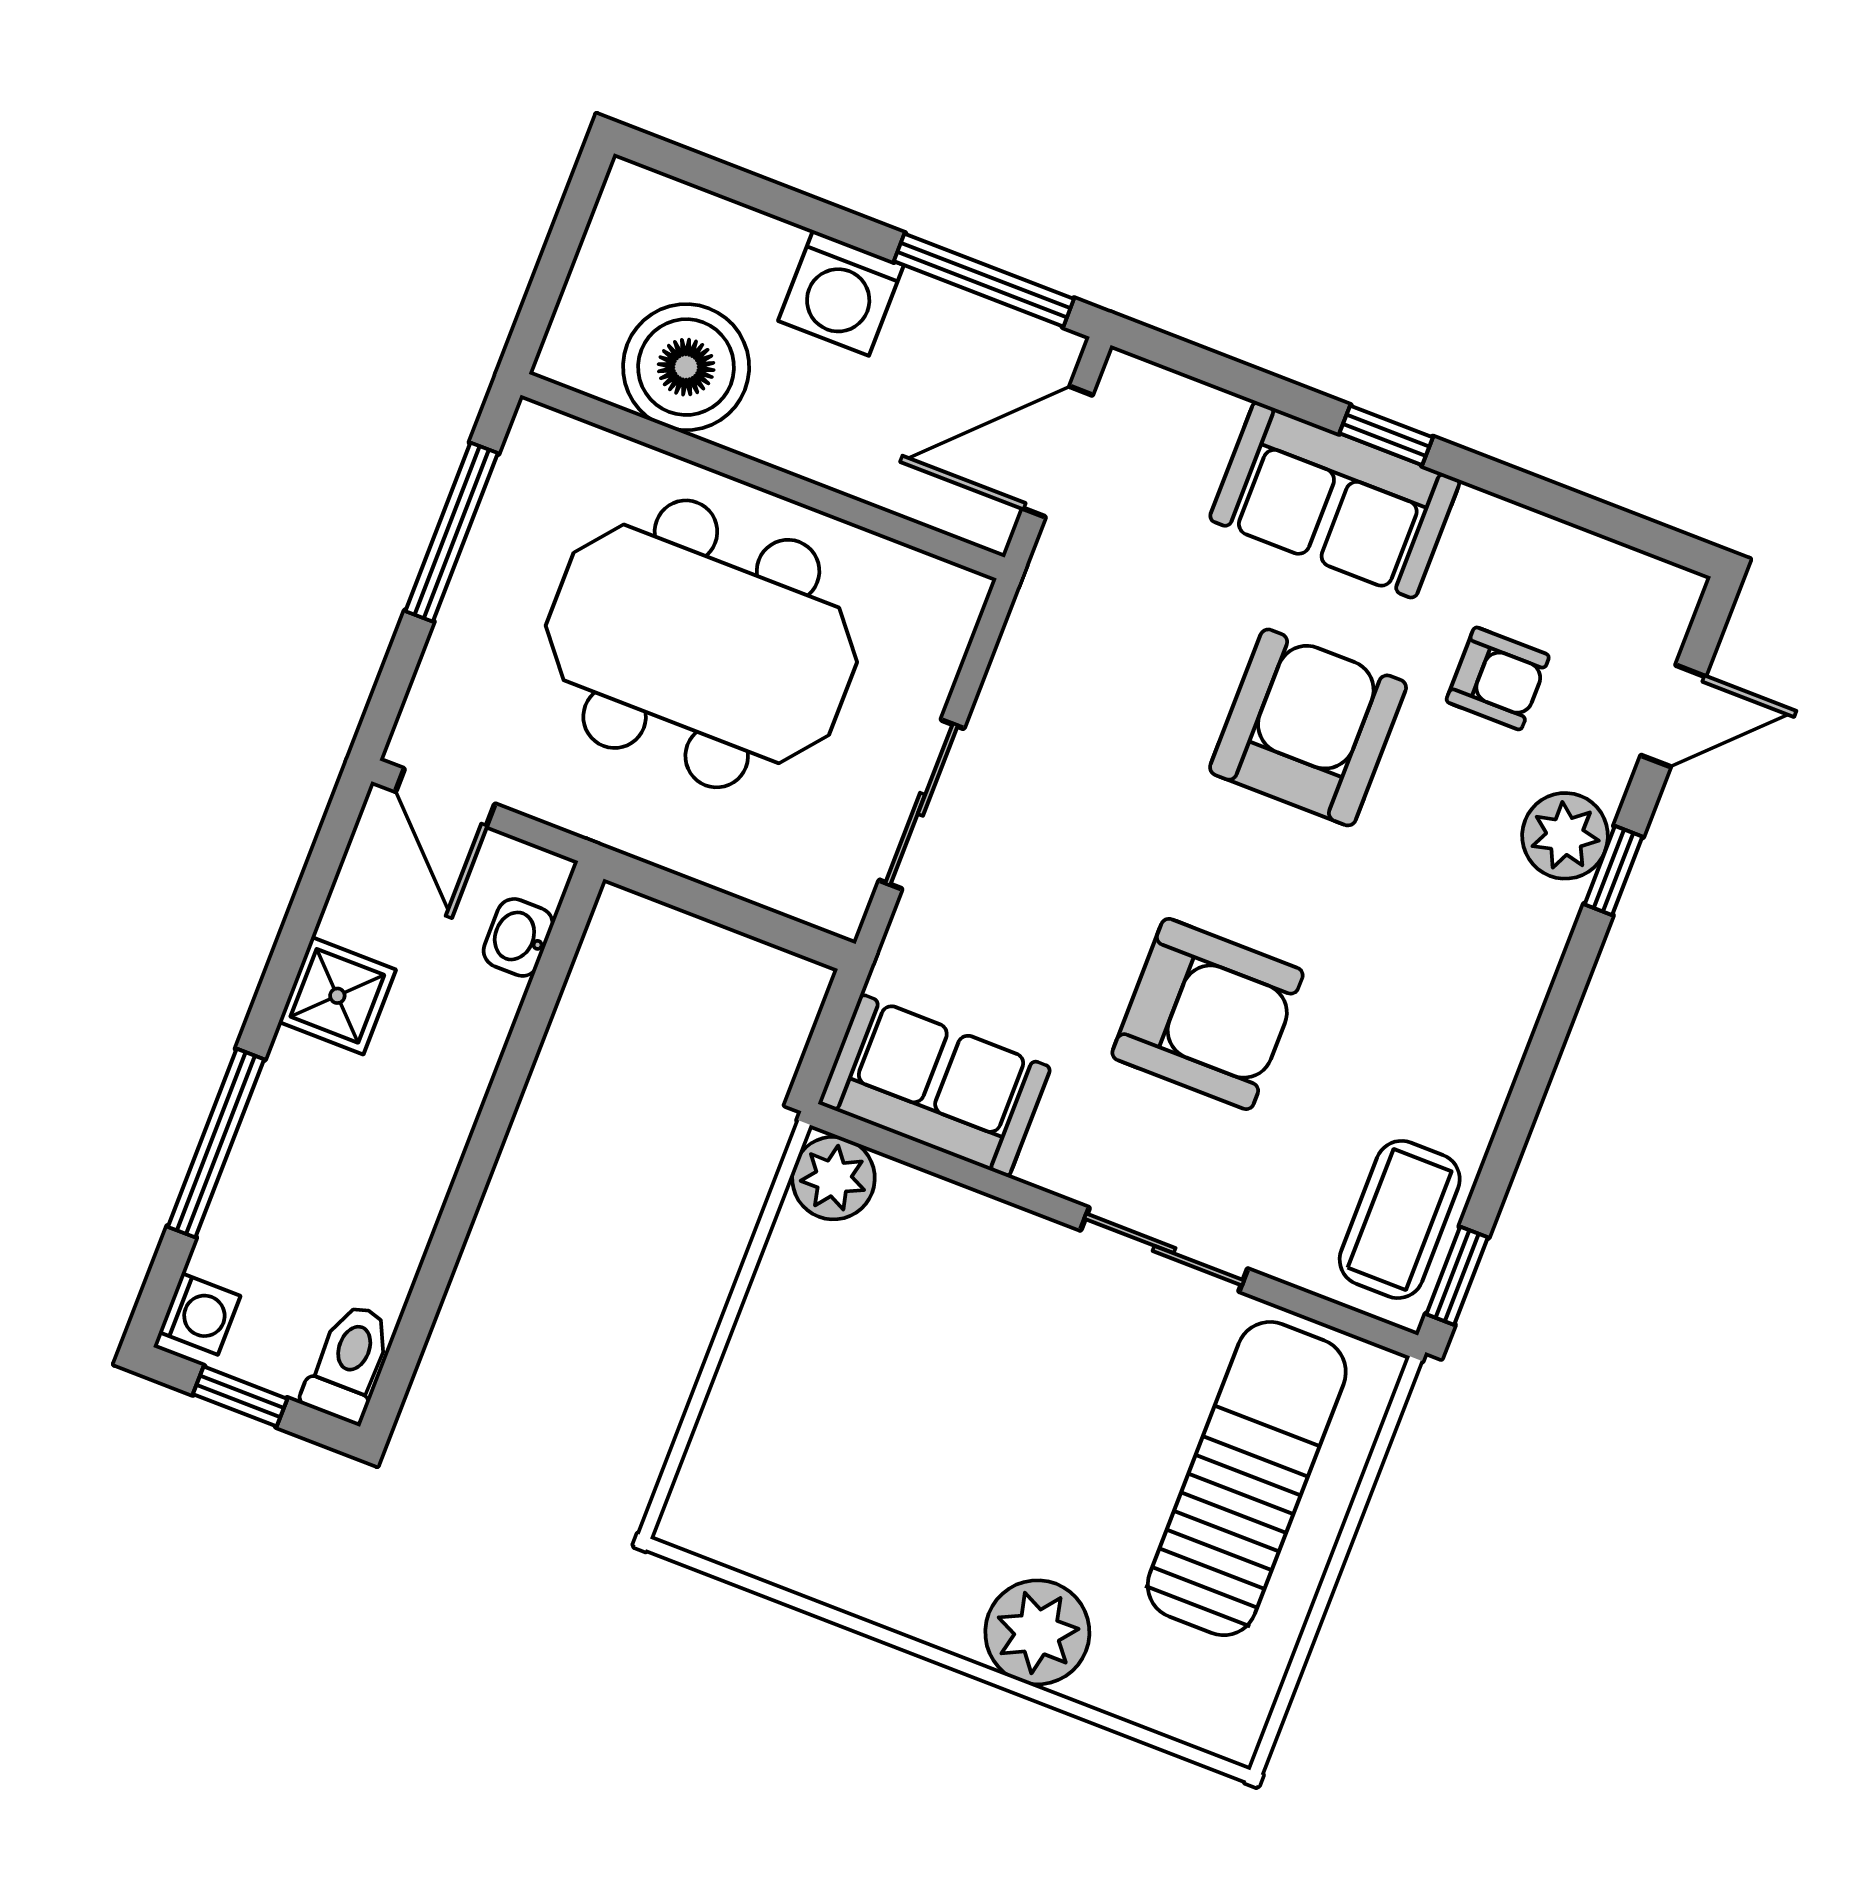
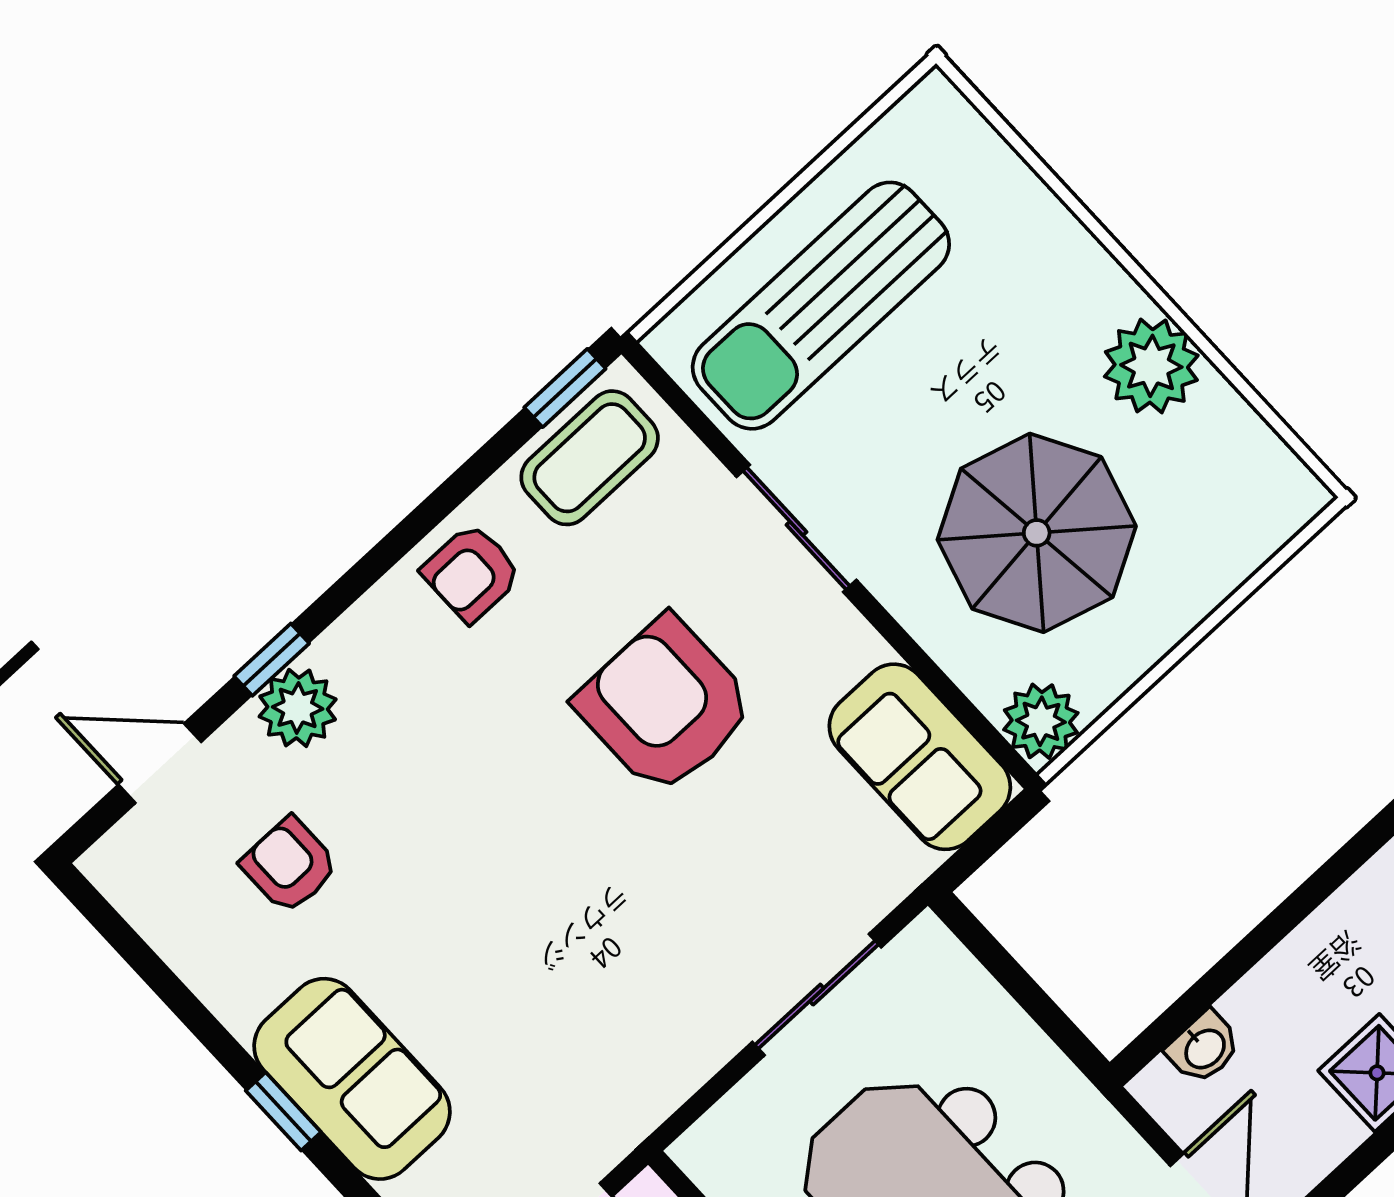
armchair: (1308, 727) -> (472, 573), moved, width x0.53, depth x0.53
parasol: (928, 1360) -> (1037, 533), added
plant: (1037, 1632) -> (1151, 366), moved

